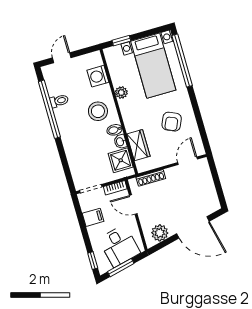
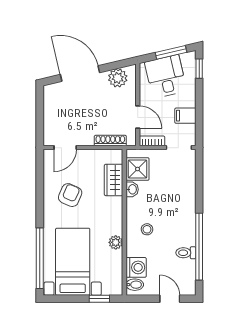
door: (62, 58) -> (170, 299), swing flipped
stool: (98, 111) -> (147, 229), width x0.53, depth x0.53
bidet: (115, 130) -> (135, 285), moved

